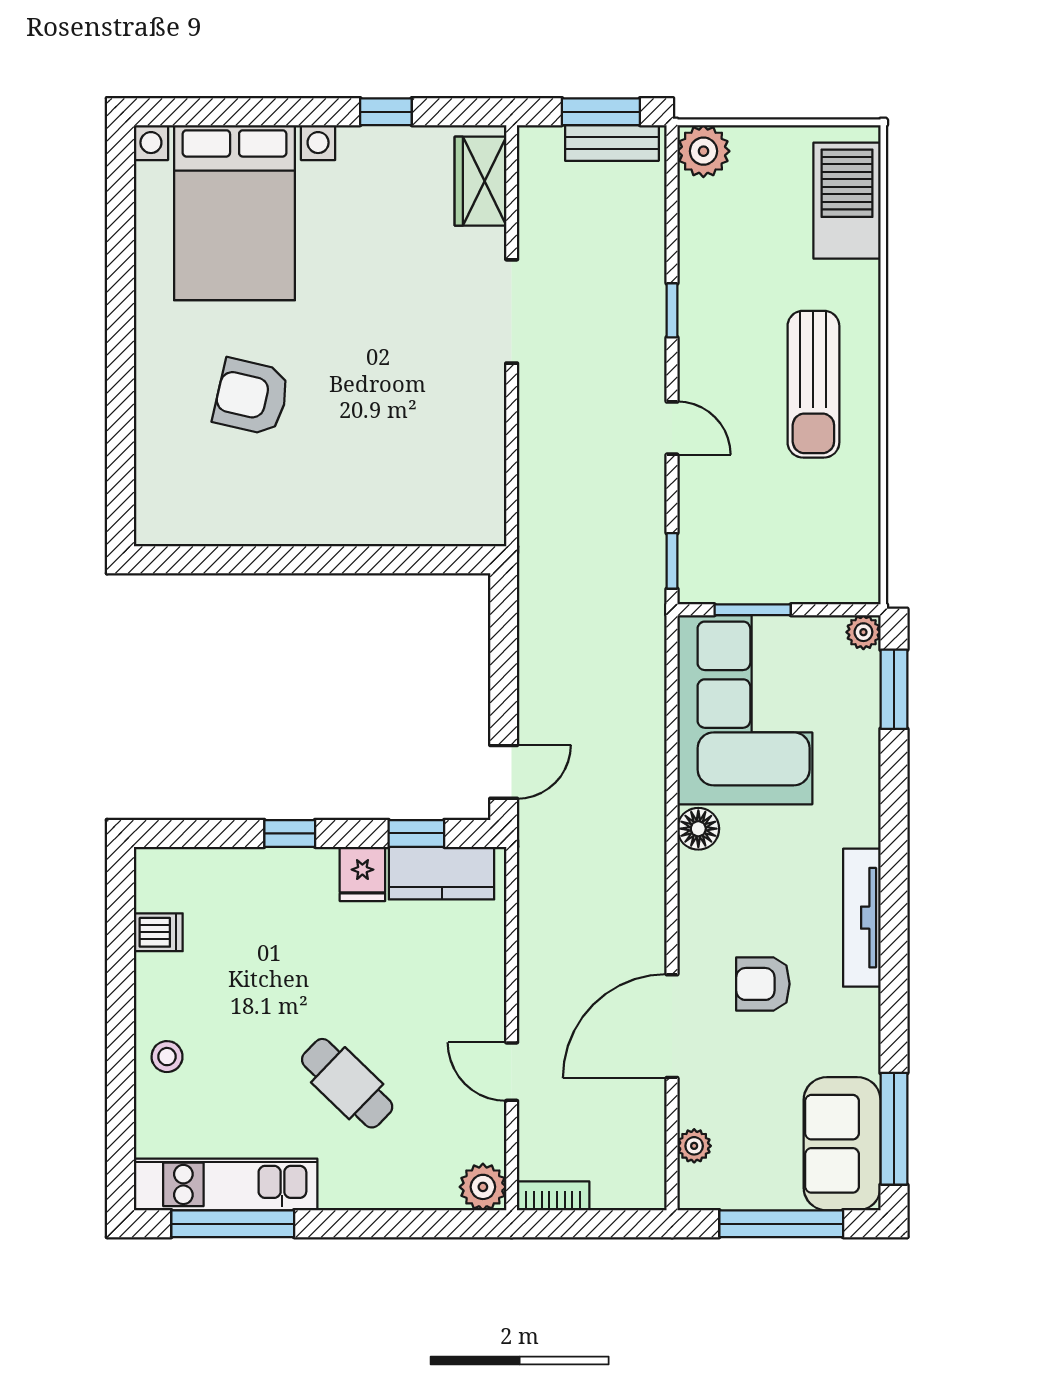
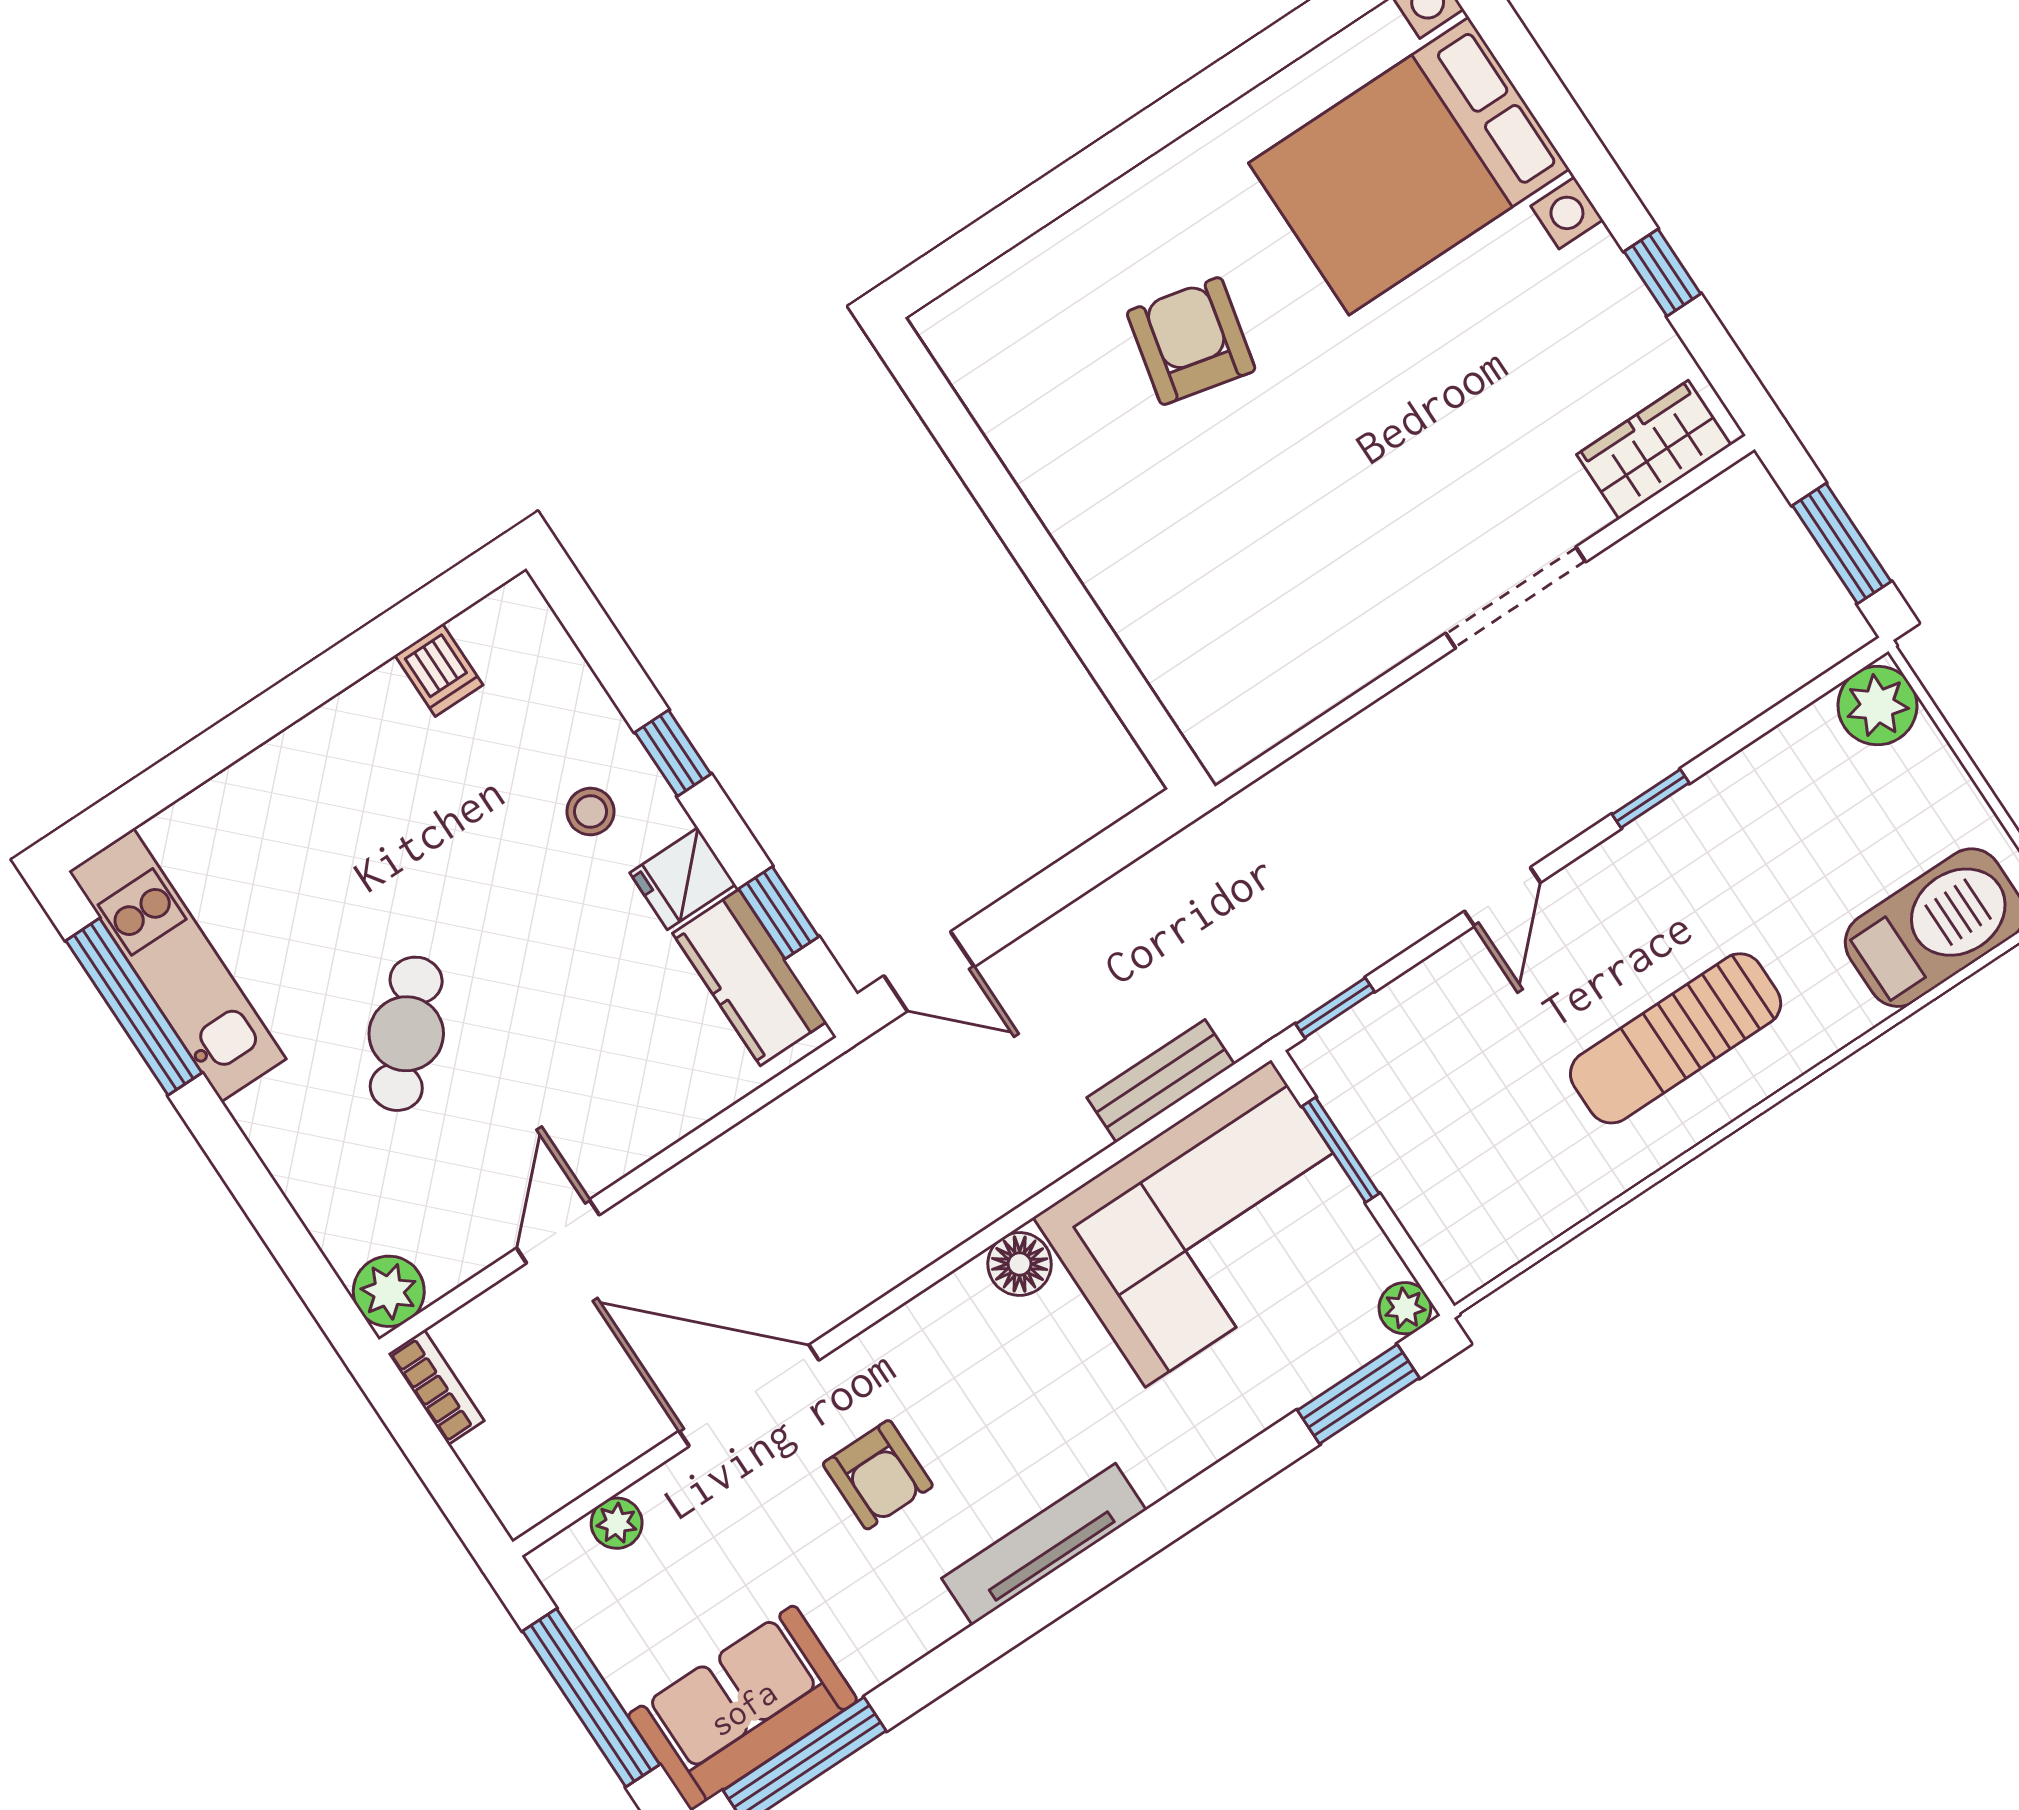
bench: (612, 143) -> (1161, 1081), moved, turned 90
armchair: (763, 984) -> (878, 1475), turned 180
stool: (167, 1057) -> (591, 812), moved

